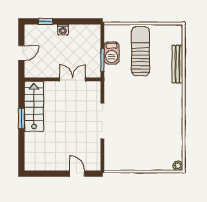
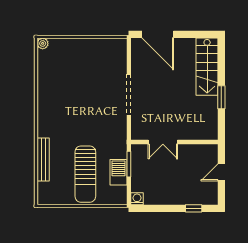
washing machine: (63, 30) -> (137, 199), moved
stairs: (34, 106) -> (207, 67), moved
door: (77, 174) -> (158, 34), width x1.87

